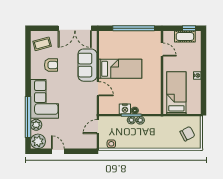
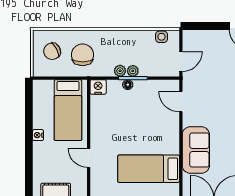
door: (162, 50) -> (89, 158), moved
bed: (120, 69) -> (149, 169), moved
door: (98, 89) -> (181, 102), moved
nightstand: (125, 109) -> (98, 87), moved
chair: (166, 131) -> (83, 55), added

